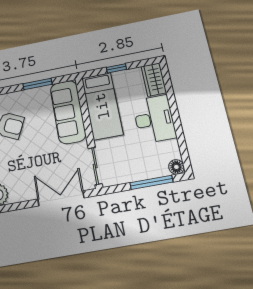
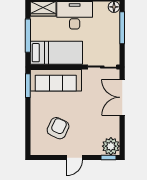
window: (116, 68) -> (28, 36), width x2.17
window: (38, 84) -> (28, 86), moved

